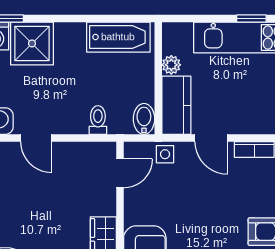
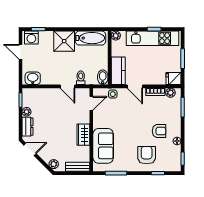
shower: (32, 43) -> (64, 41), moved
plant: (171, 65) -> (116, 36), moved
door: (36, 138) -> (67, 86), moved

